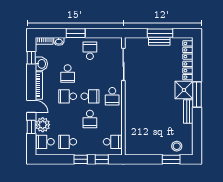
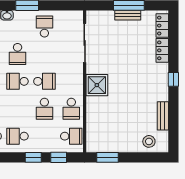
shower: (184, 90) -> (97, 85), moved
window: (197, 95) -> (173, 79), width x0.46
school desk: (112, 96) -> (71, 109), moved
bench: (188, 112) -> (163, 116), moved
window: (171, 159) -> (108, 157), moved

